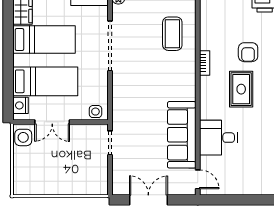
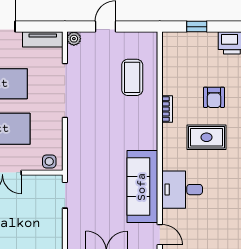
rug: (241, 89) -> (207, 137), turned 90

